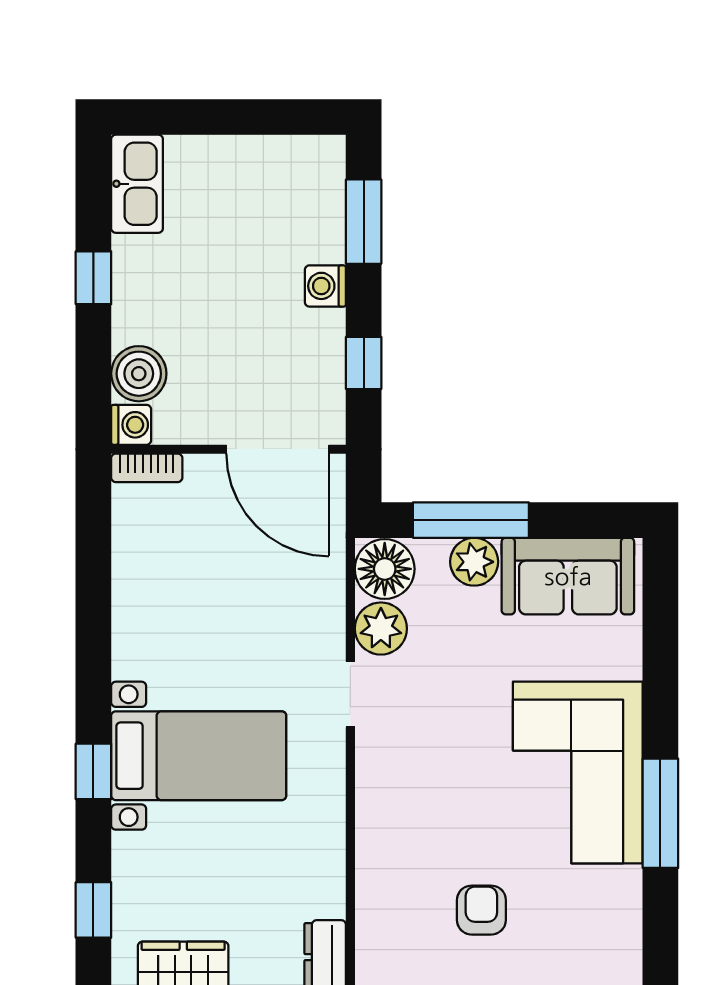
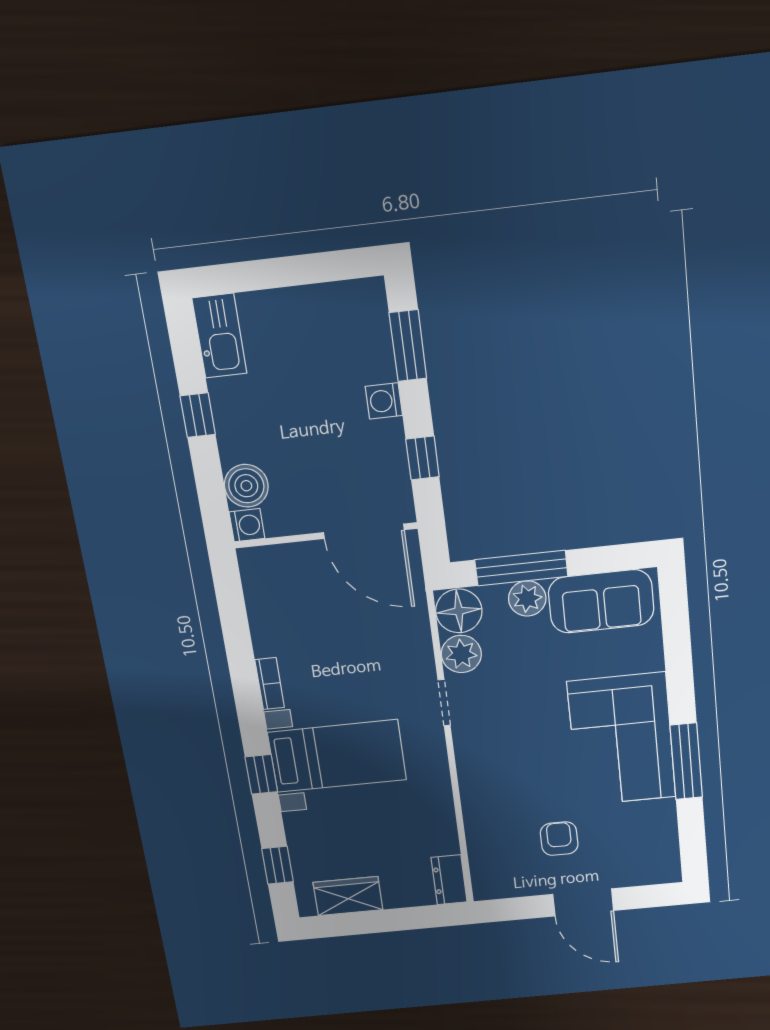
bookcase: (147, 468) -> (270, 684), moved, turned -90

